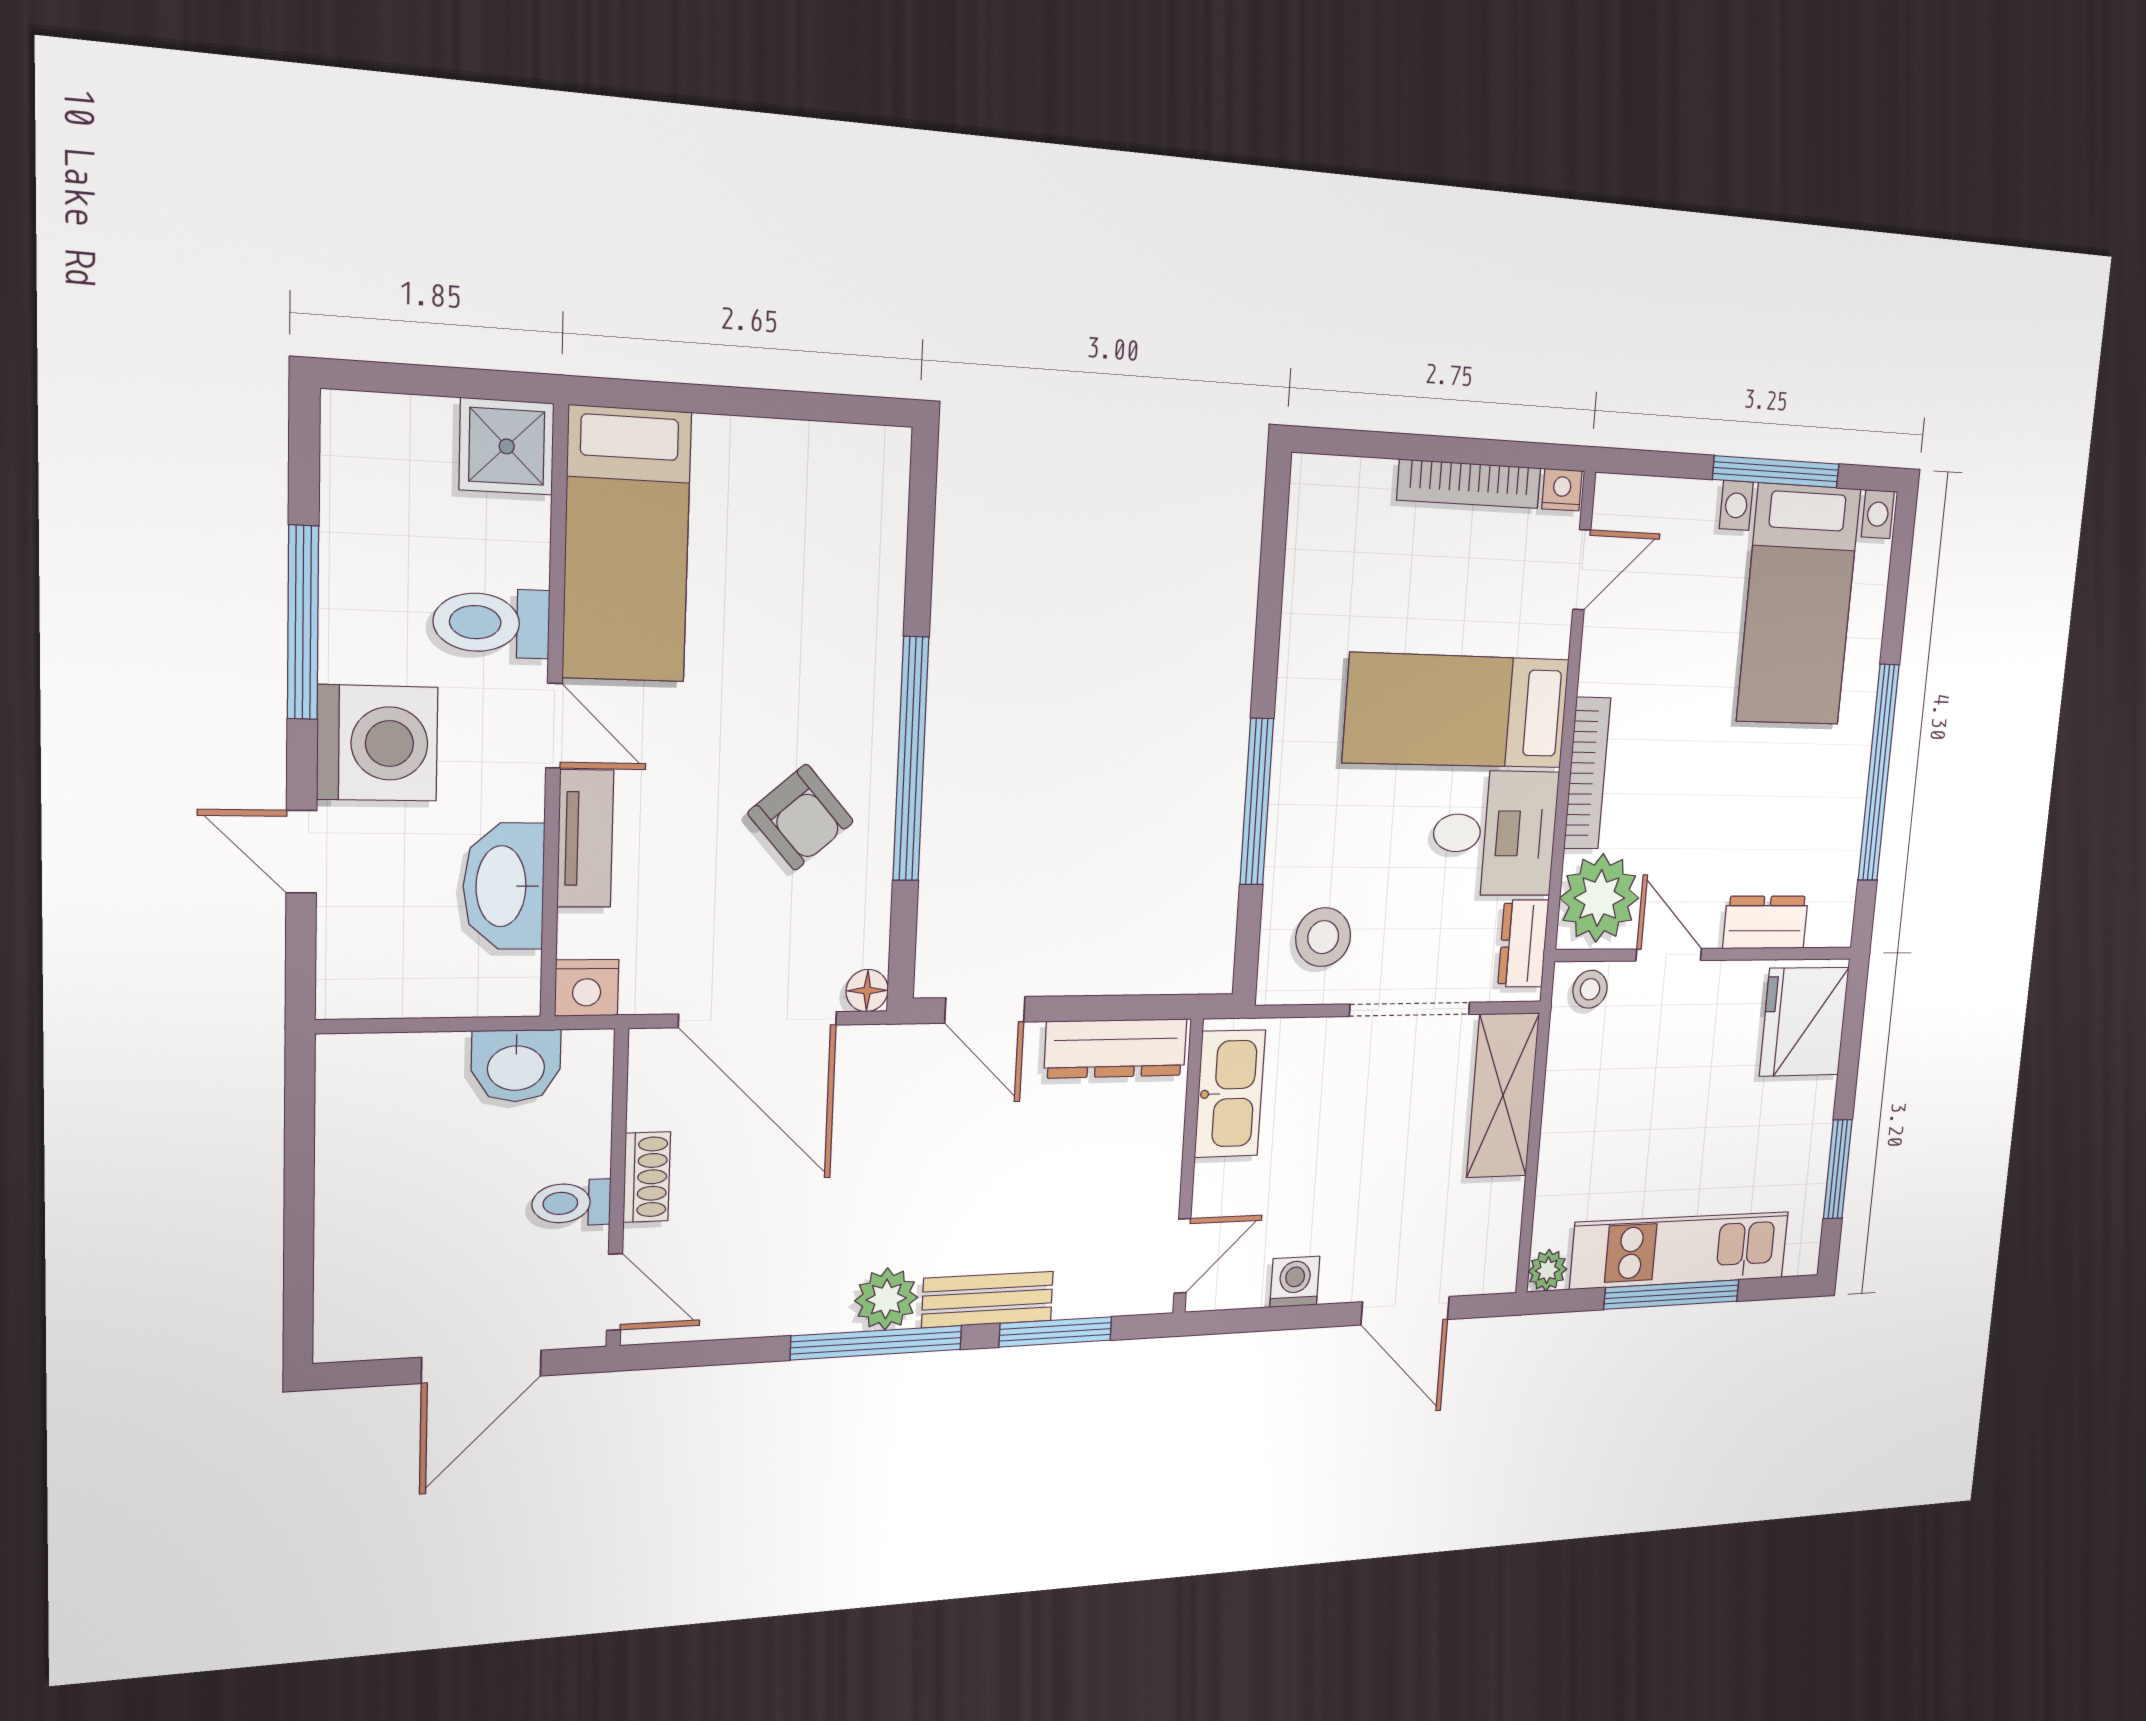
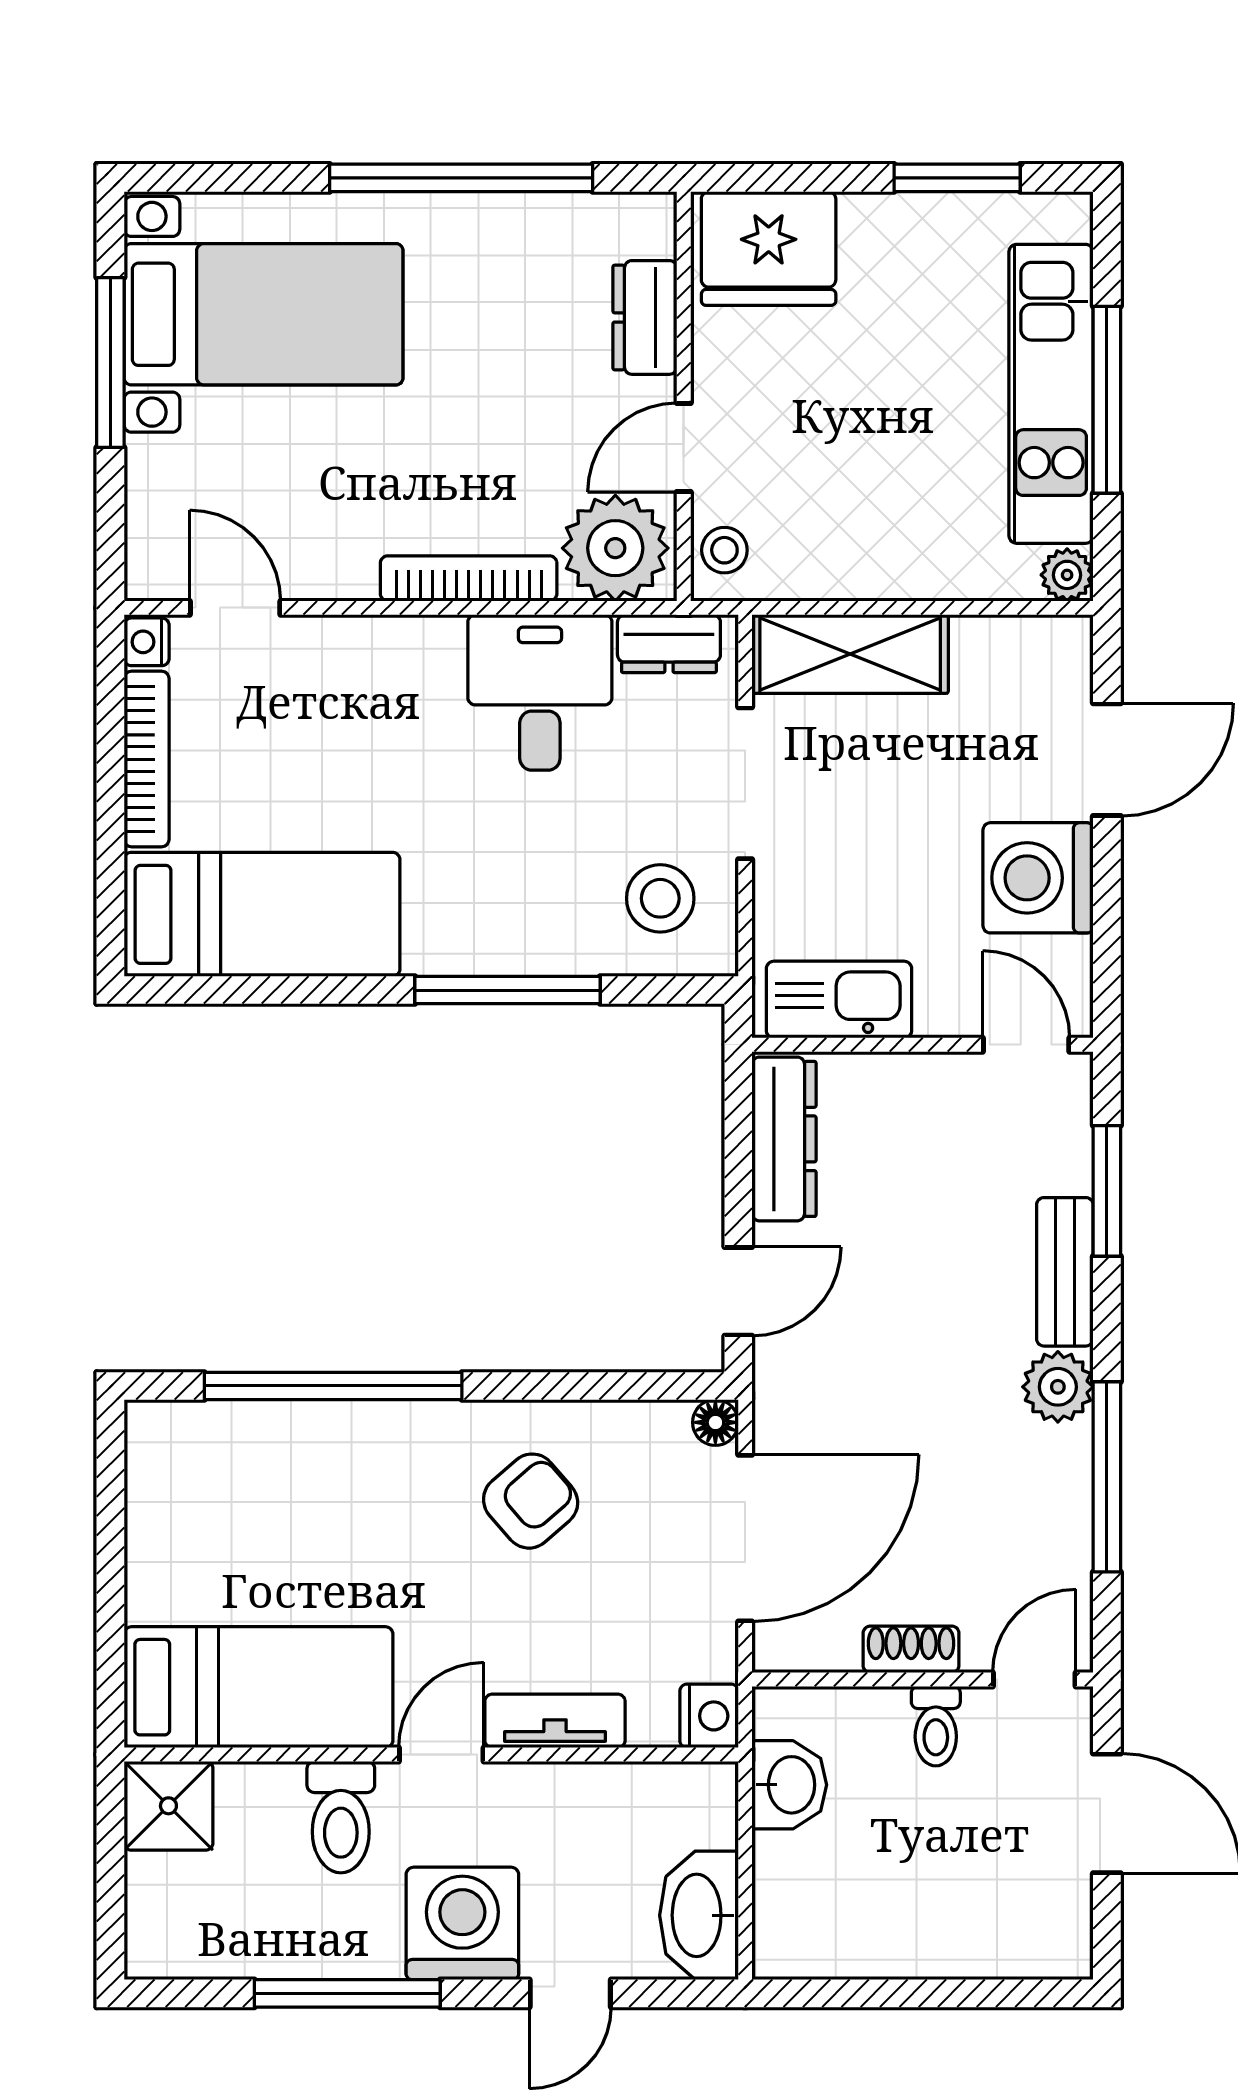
bed: (1457, 711) -> (262, 914), moved, turned -90
window: (911, 759) -> (333, 1386), moved
washbasin: (503, 886) -> (699, 1915), moved, turned 90
washing machine: (1295, 1282) -> (1038, 878), width x1.89, depth x1.89
window: (877, 1343) -> (1107, 1477), moved

